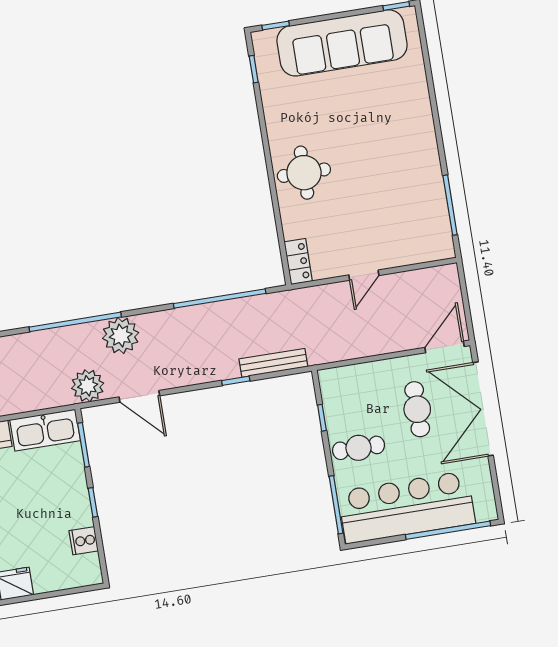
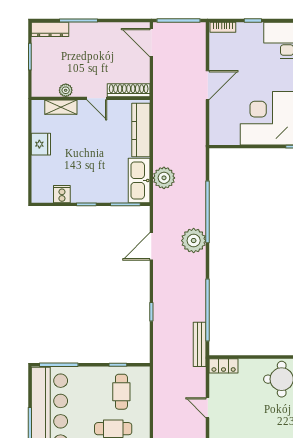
bench: (273, 363) -> (200, 344), moved
plant: (88, 386) -> (164, 178), moved
cafe table: (359, 448) -> (121, 392), moved

